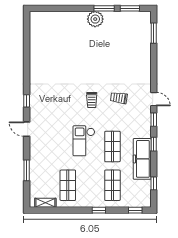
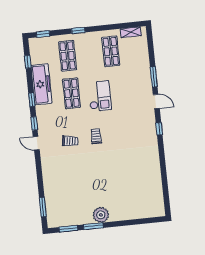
window: (27, 170) -> (154, 77), moved

